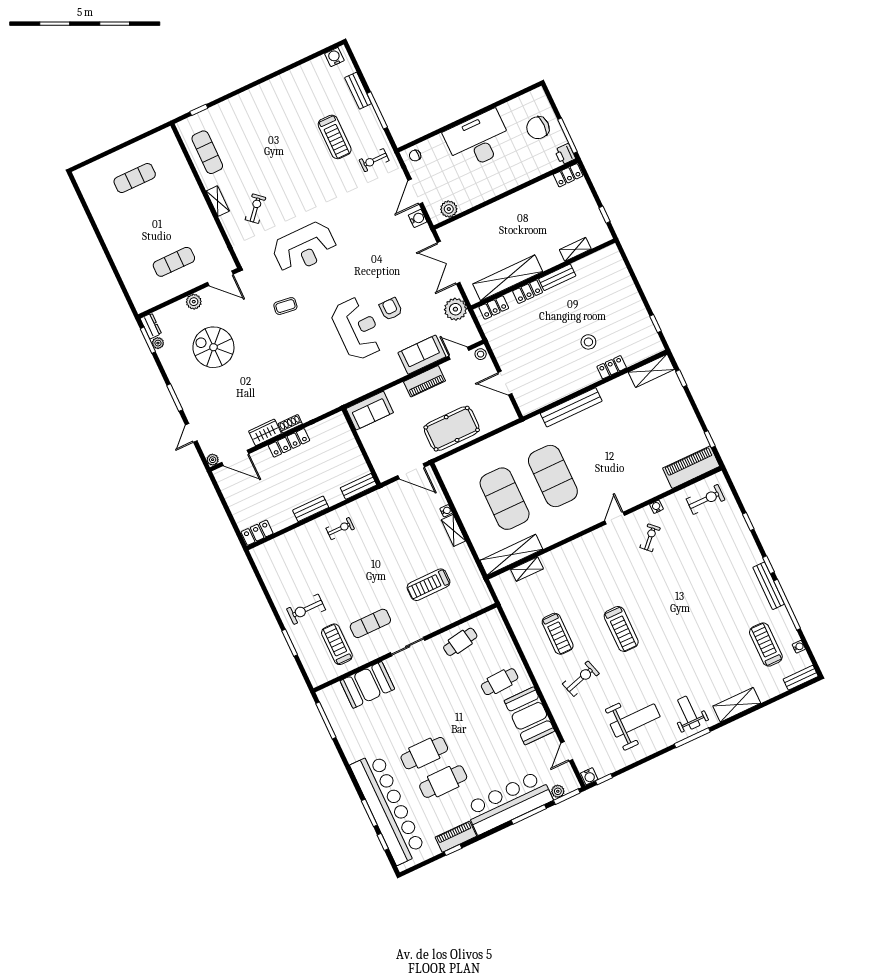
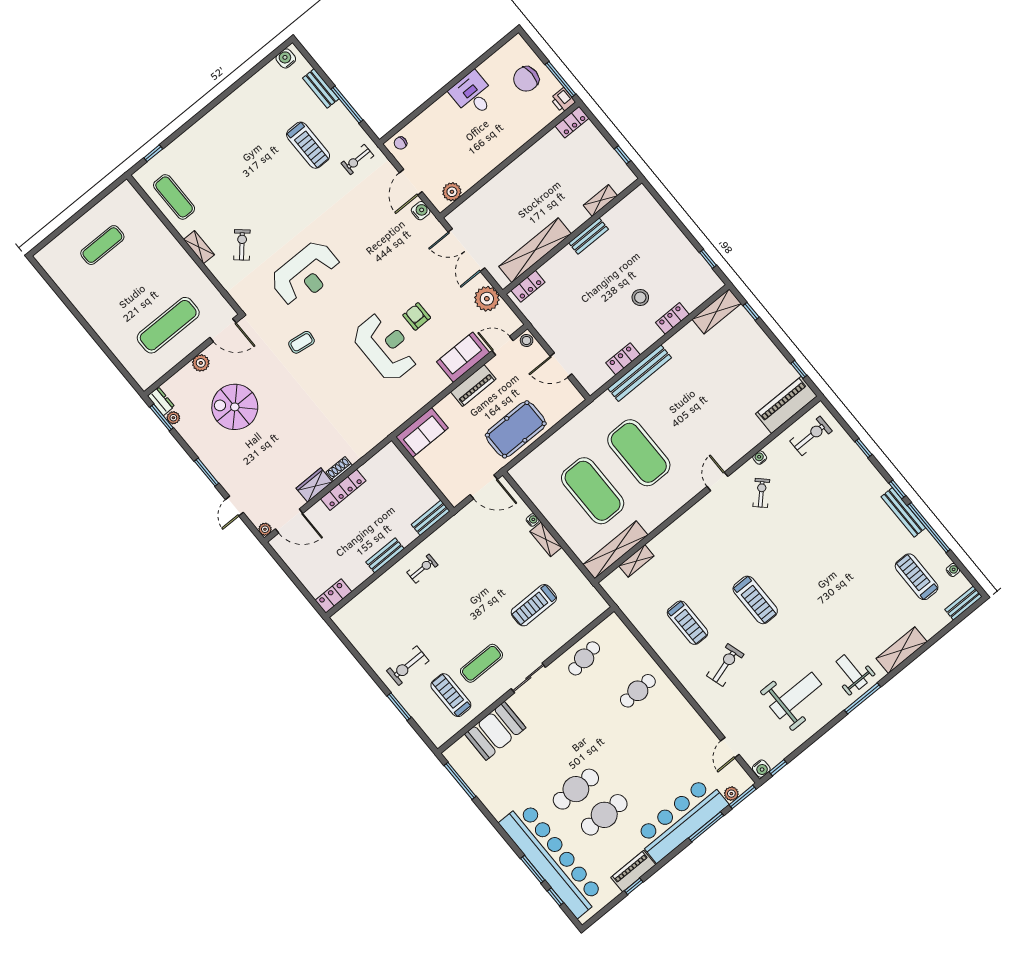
desk: (478, 140) -> (473, 95), width x0.53, depth x0.77
exercise mat: (174, 262) -> (168, 325), width x1.36, depth x1.45
locker: (528, 292) -> (623, 359), moved, turned 180
booth: (529, 716) -> (680, 720), removed

